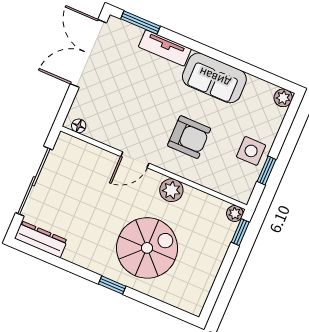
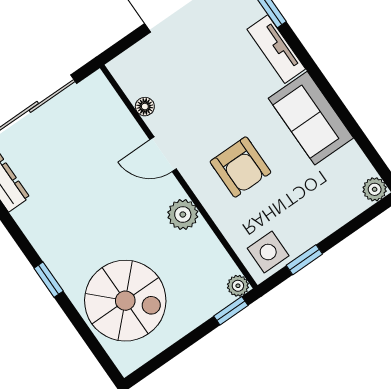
floor lamp: (79, 126) -> (145, 107), moved
side table: (251, 151) -> (268, 252), moved
spiral stairs: (147, 248) -> (125, 301), moved

